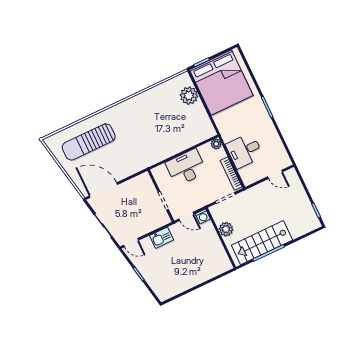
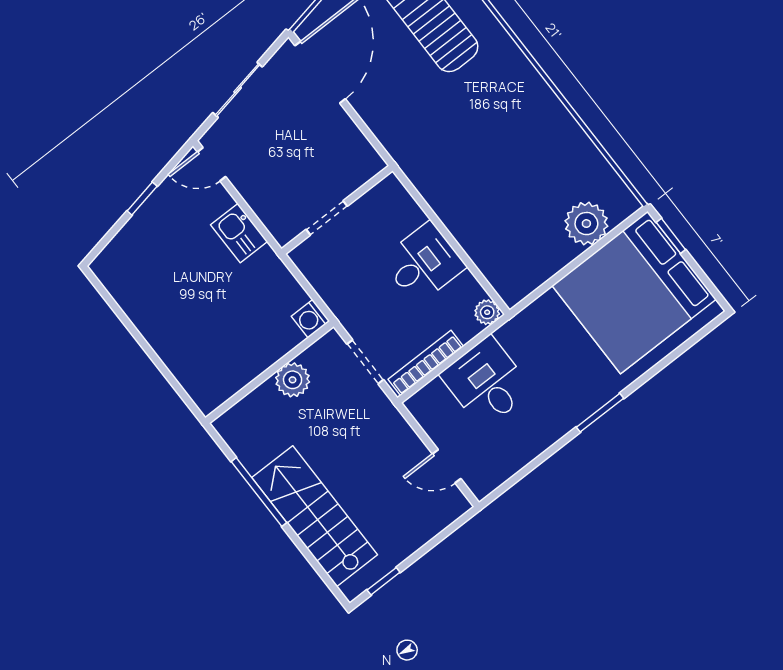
desk: (186, 167) -> (423, 263), width x0.73
door: (275, 174) -> (447, 466), hinge flipped
door: (186, 216) -> (302, 280), removed
door: (131, 243) -> (212, 164), hinge flipped
stairs: (262, 243) -> (315, 516), moved

